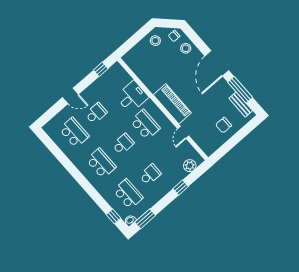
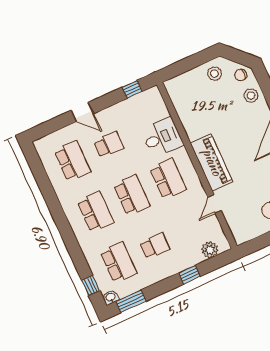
school desk: (123, 144) -> (132, 195), width x1.85

